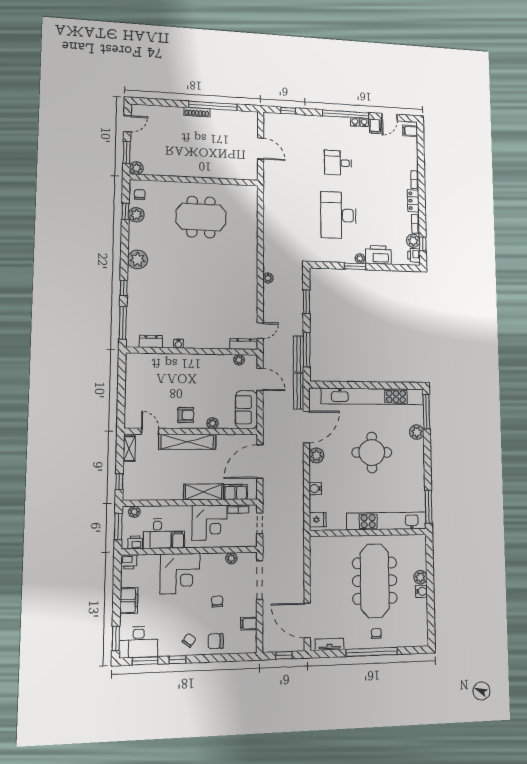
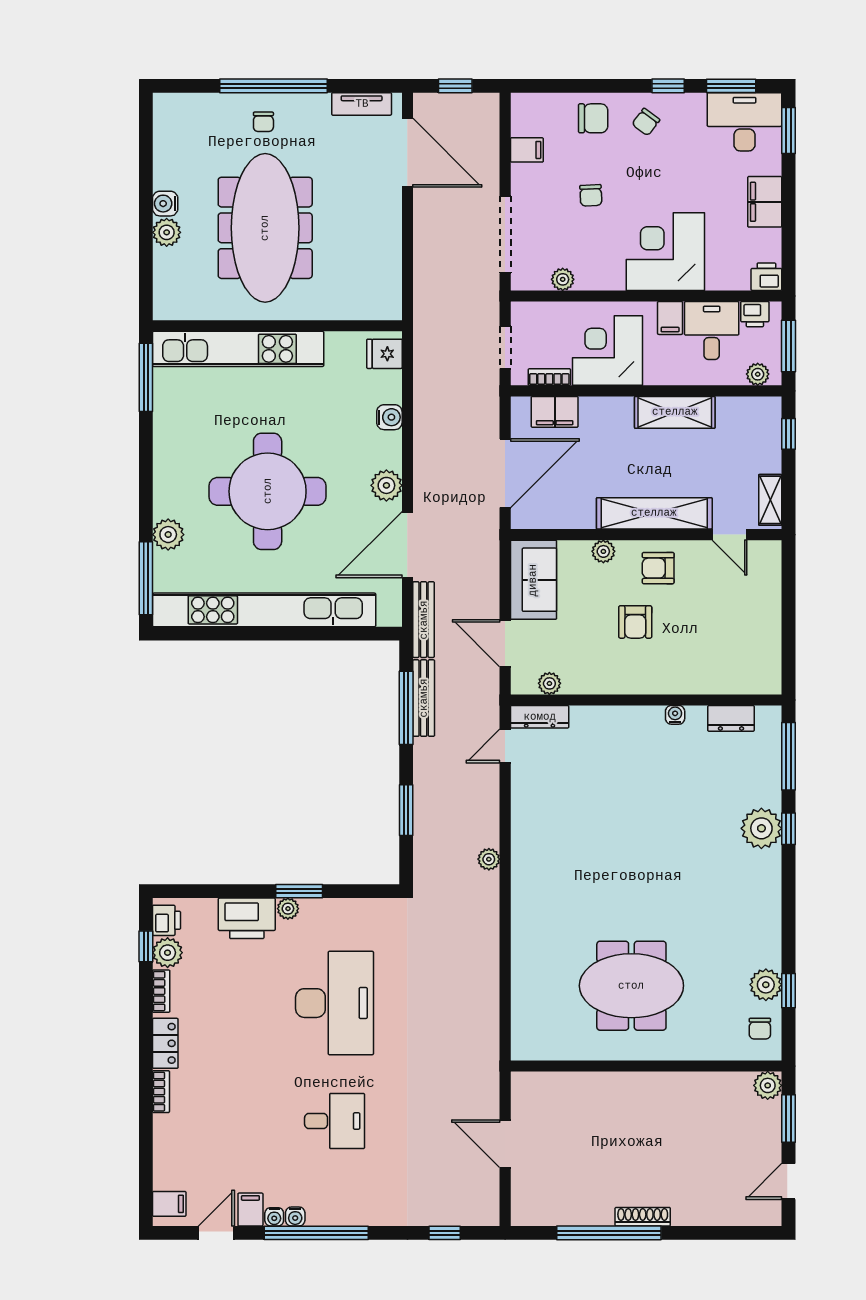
plant: (138, 259) -> (761, 828), moved
armchair: (197, 389) -> (635, 622), added
round table: (372, 452) -> (268, 491), width x1.36, depth x1.36
shelving: (204, 492) -> (675, 412), moved

